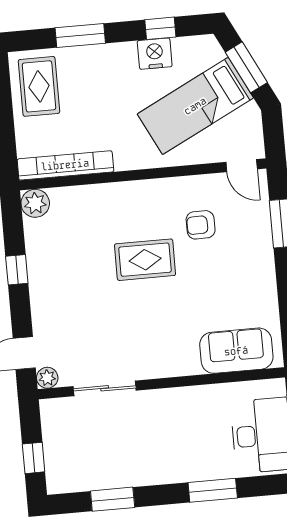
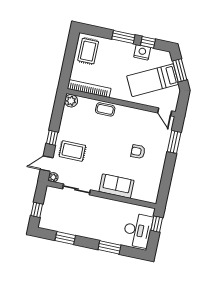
window: (80, 35) -> (123, 37), moved
coffee table: (113, 199) -> (105, 109), added
armchair: (201, 225) -> (138, 152), moved
rug: (145, 260) -> (72, 151), moved
window: (17, 270) -> (52, 138), moved
sofa: (236, 351) -> (116, 186), moved

